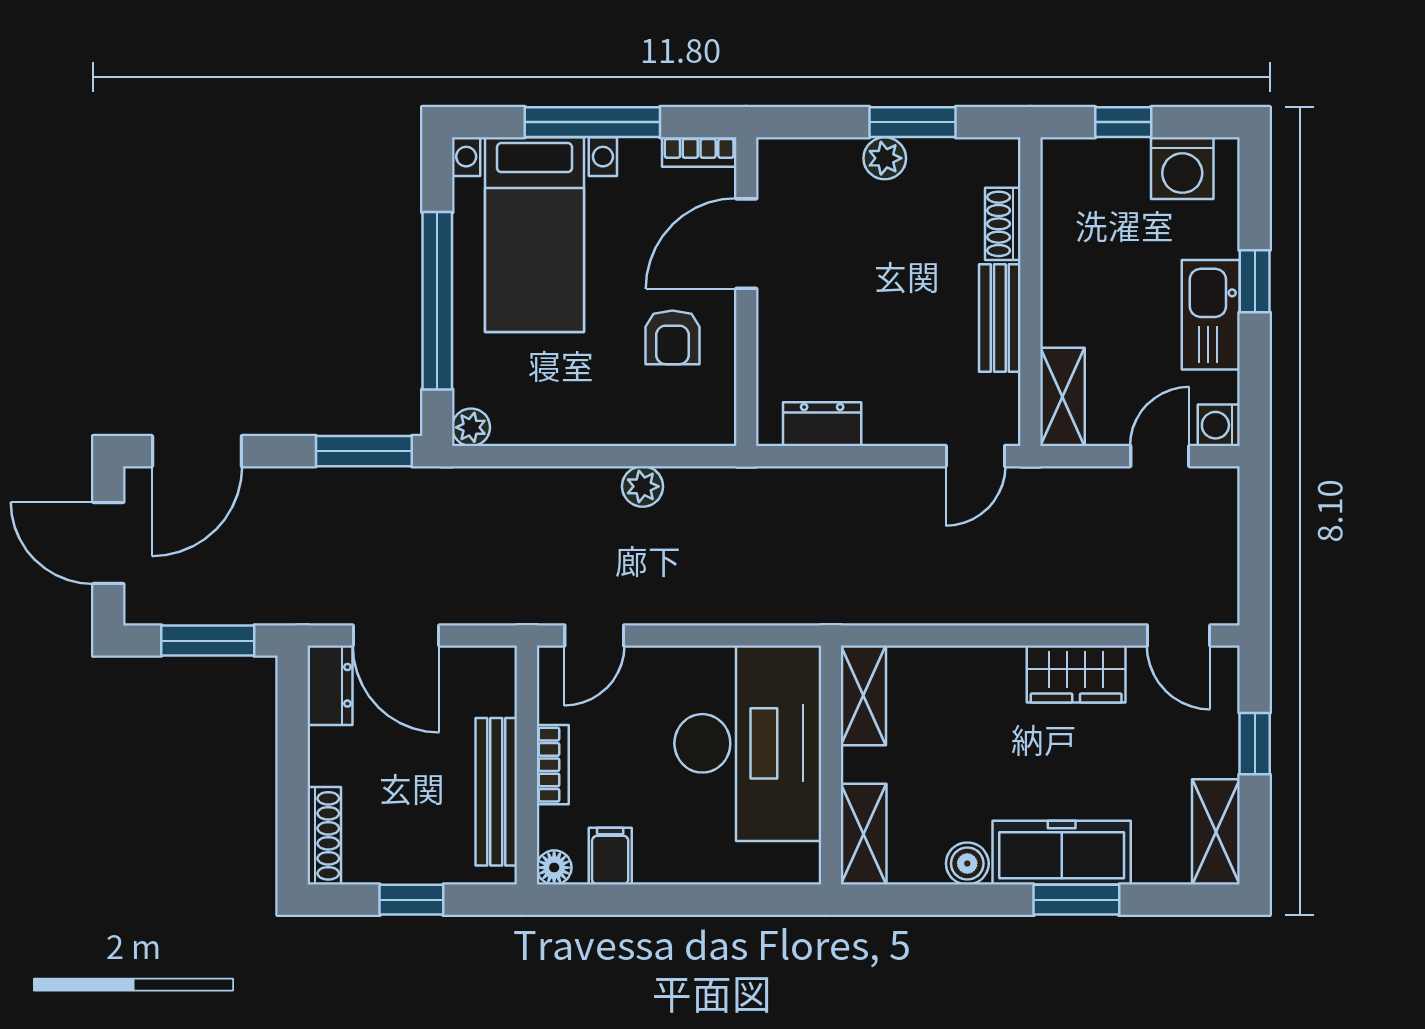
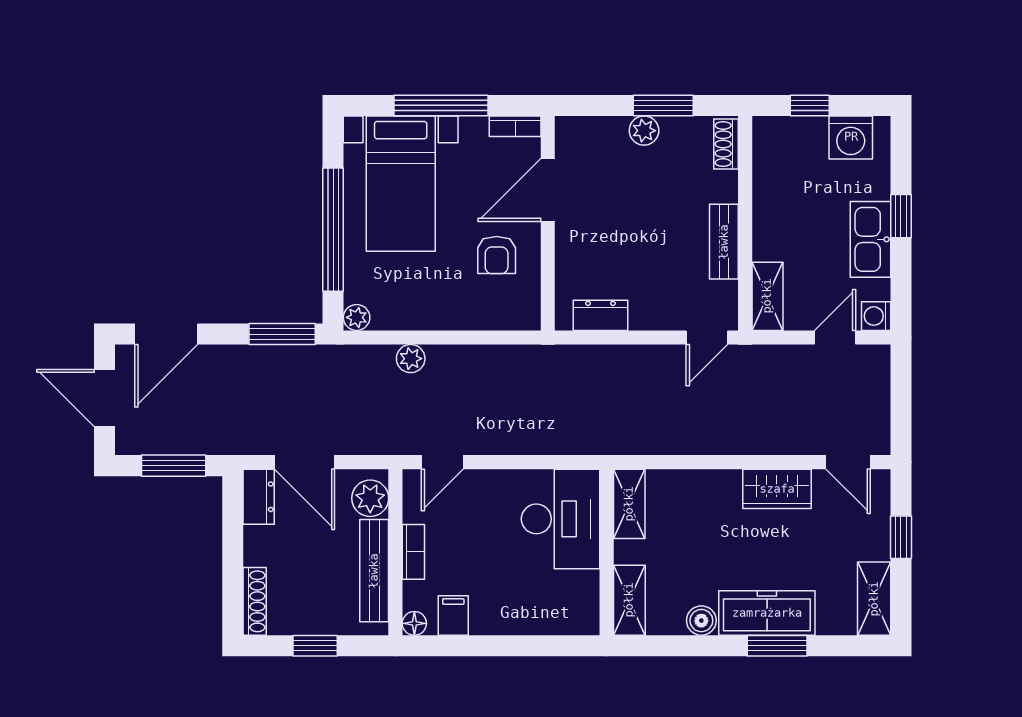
shoe rack: (1003, 224) -> (726, 144), moved
plant: (643, 486) -> (411, 359), moved
plant: (491, 687) -> (370, 498), added
desk: (748, 743) -> (561, 519), width x0.73, depth x0.77

